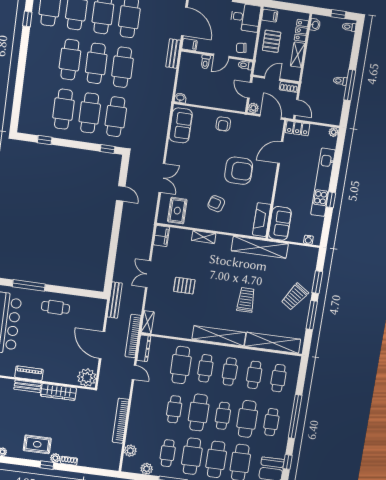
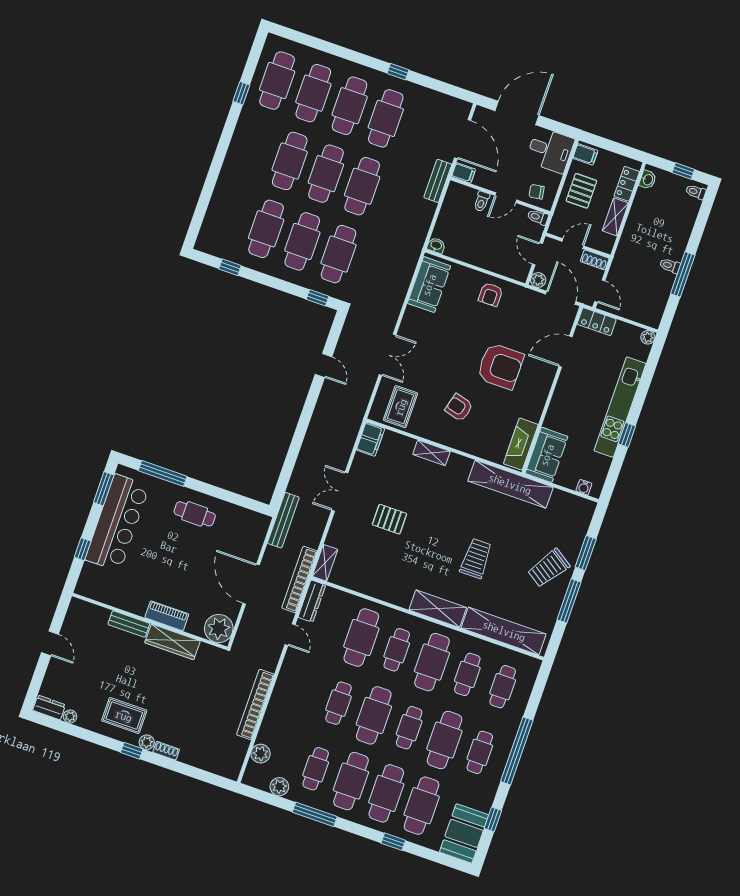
shelving: (219, 336) -> (438, 609), width x0.68
cafe table: (230, 372) -> (432, 662), width x1.37, depth x1.35
piano: (29, 373) -> (167, 616), moved

